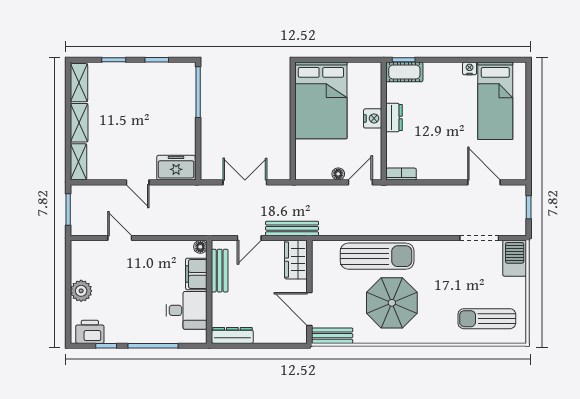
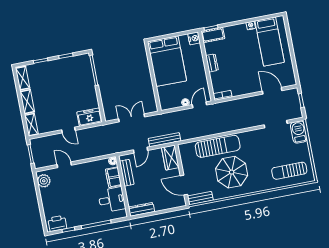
nightstand: (373, 118) -> (194, 38), moved
plant: (81, 291) -> (44, 181), moved

